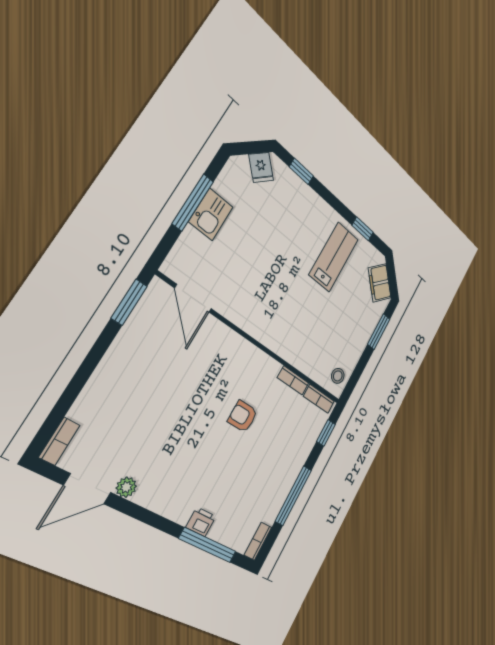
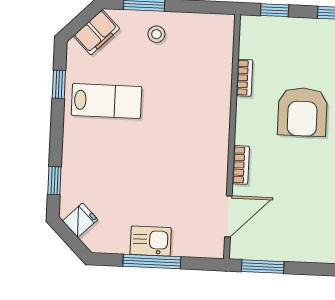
lab bench: (334, 257) -> (107, 101), turned 180
stool: (338, 376) -> (156, 34), moved
bookcase: (319, 399) -> (241, 165), moved
armchair: (243, 416) -> (303, 112), width x1.88, depth x1.88

